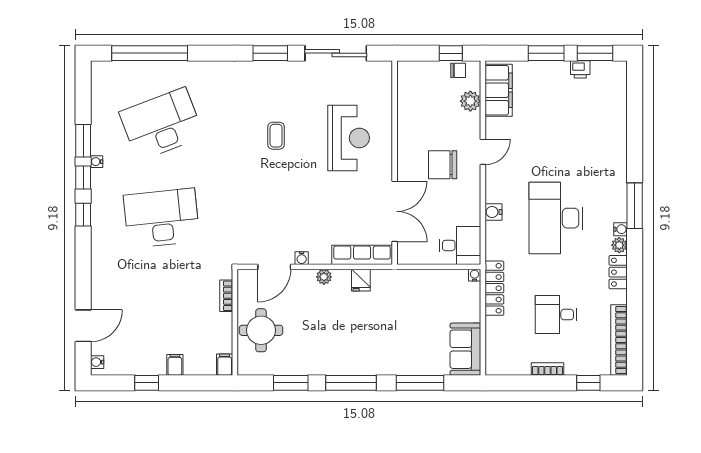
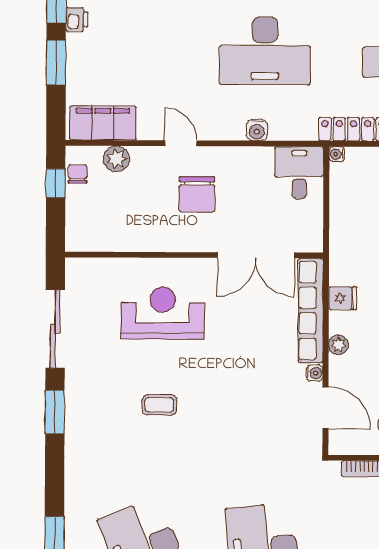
double door: (395, 211) -> (256, 255), swing flipped
row of seats: (362, 255) -> (311, 311), width x1.36

